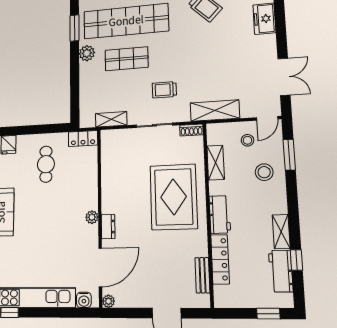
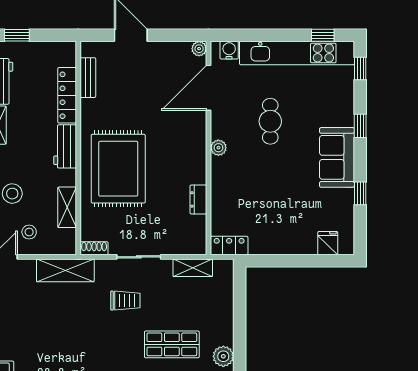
cafe table: (46, 164) -> (270, 121), moved
dresser: (108, 227) -> (198, 199), moved

